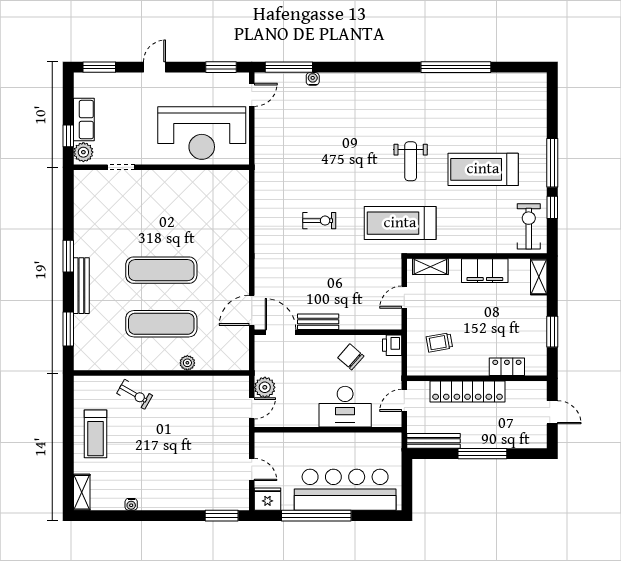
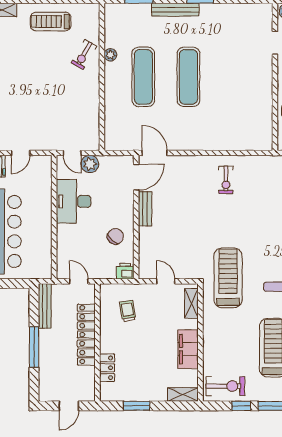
exercise bike: (319, 221) -> (226, 180), moved
plant: (187, 363) -> (110, 55), moved
desk: (345, 407) -> (74, 201), moved

